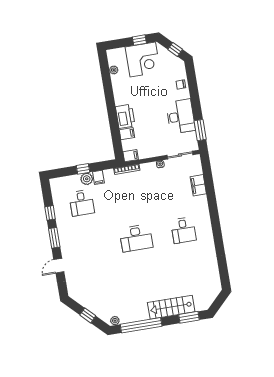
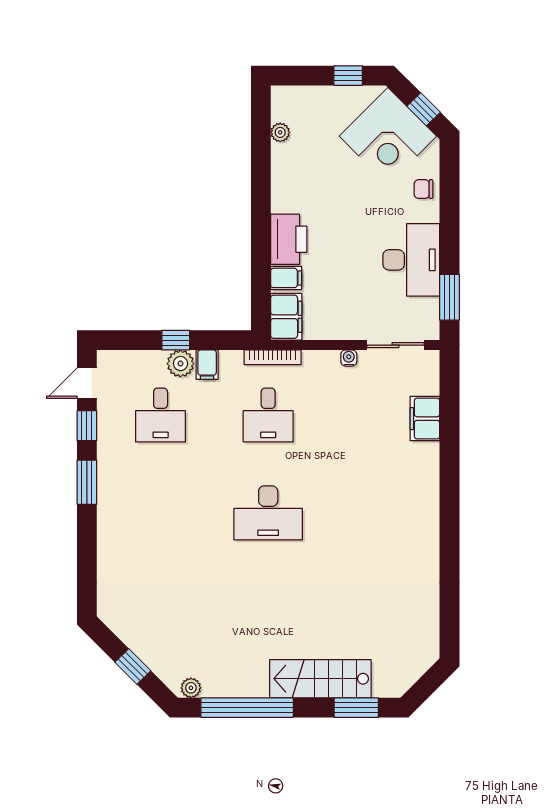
corner desk: (143, 60) -> (388, 136), moved, turned 45
filing cabinet: (131, 156) -> (286, 317), width x2.00
desk: (183, 230) -> (268, 415), moved
door: (59, 266) -> (87, 383), moved

